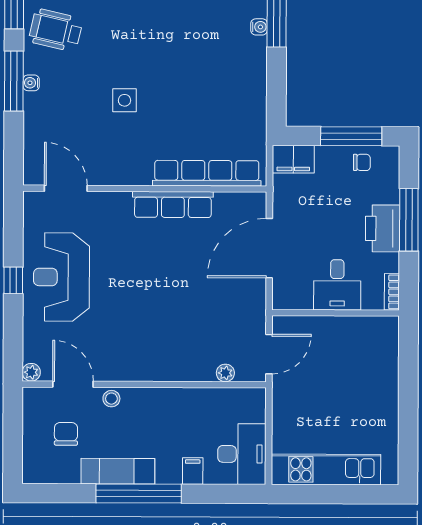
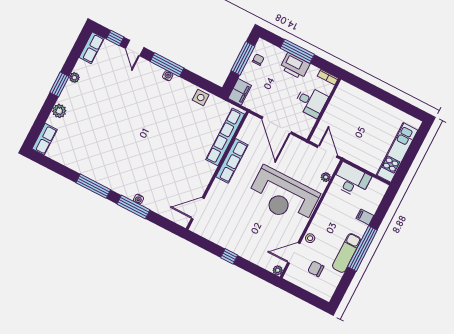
wheelchair: (56, 30) -> (119, 174), removed
side table: (124, 100) -> (201, 98), moved
reception desk: (61, 277) -> (283, 196), moved, width x1.36, depth x1.30
desk: (242, 454) -> (352, 180), moved

